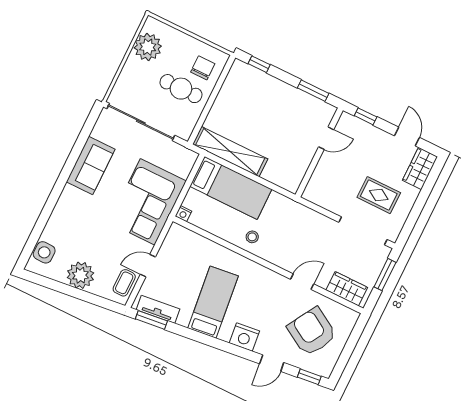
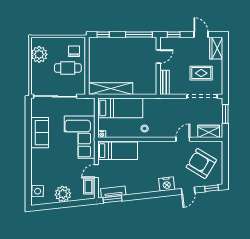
window: (313, 91) -> (139, 34), width x1.44
bench: (316, 182) -> (165, 82), added
bed: (213, 302) -> (118, 151), moved, turned 96

